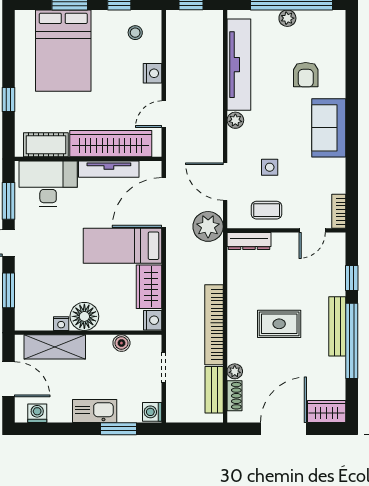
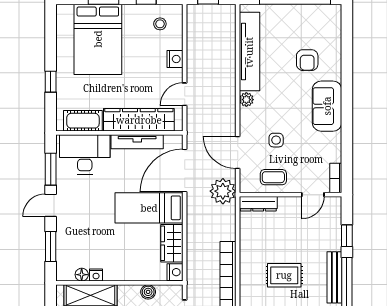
plant: (287, 18) -> (291, 11), removed
floor lamp: (84, 316) -> (82, 275), moved, width x0.53, depth x0.53

